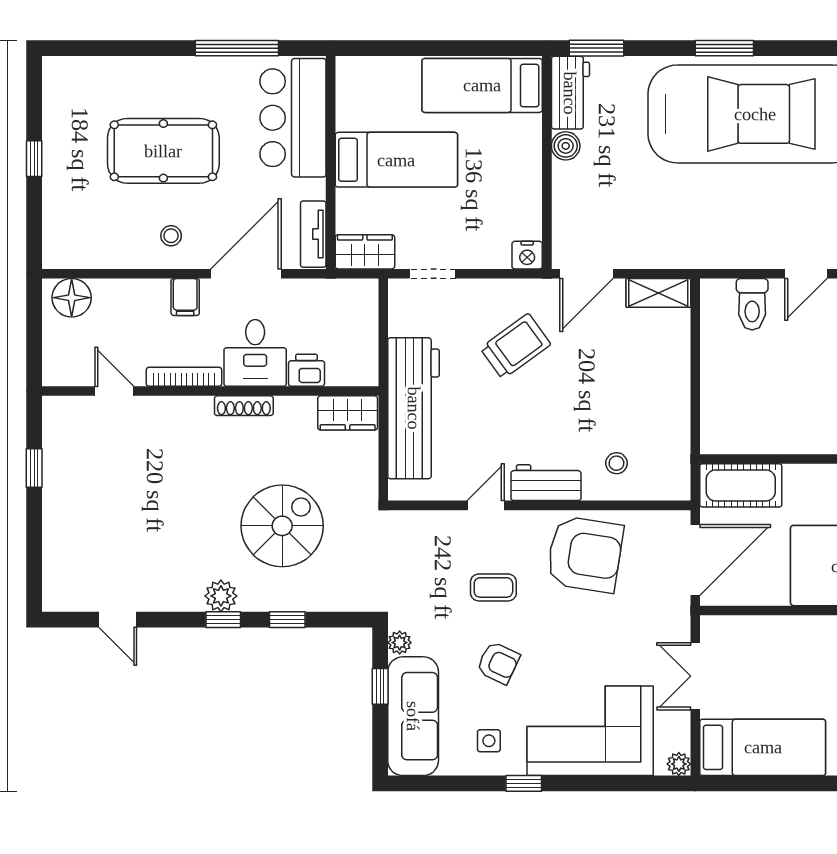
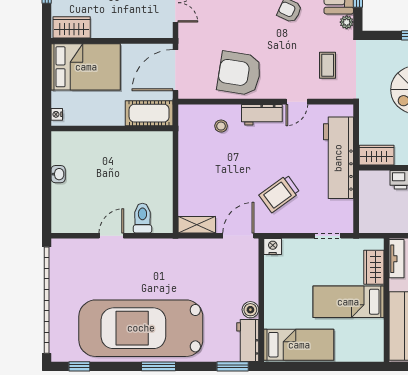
wardrobe: (365, 252) -> (374, 267), moved, turned 90
coffee table: (493, 587) -> (328, 65), moved, turned 90

